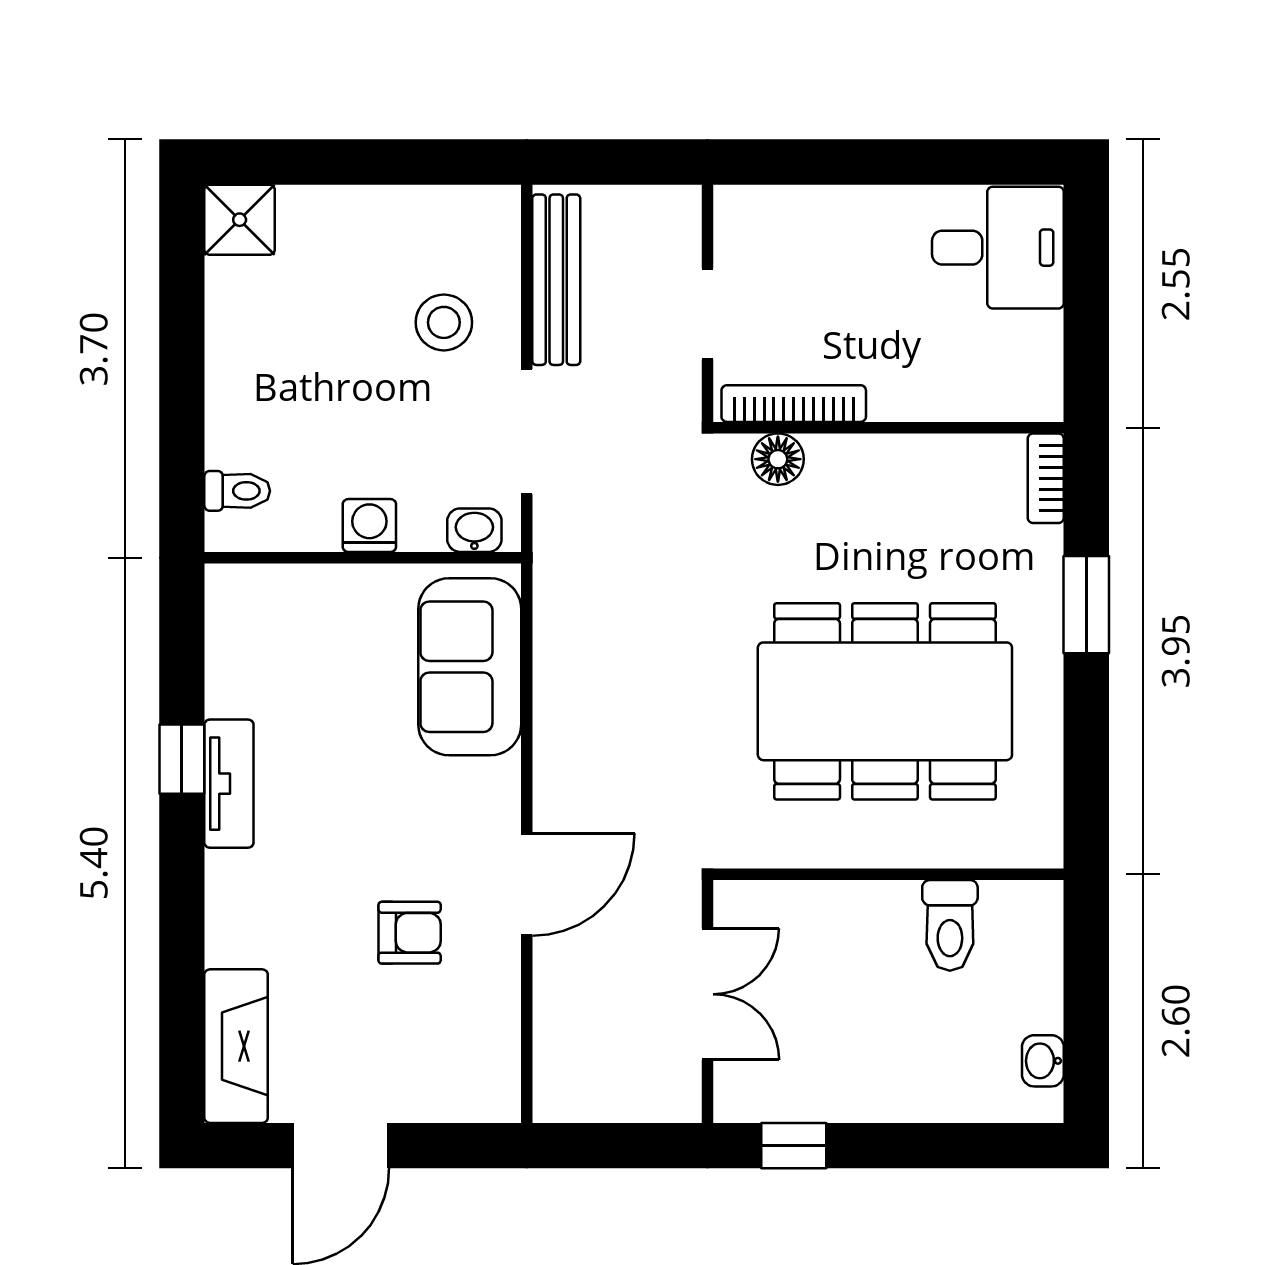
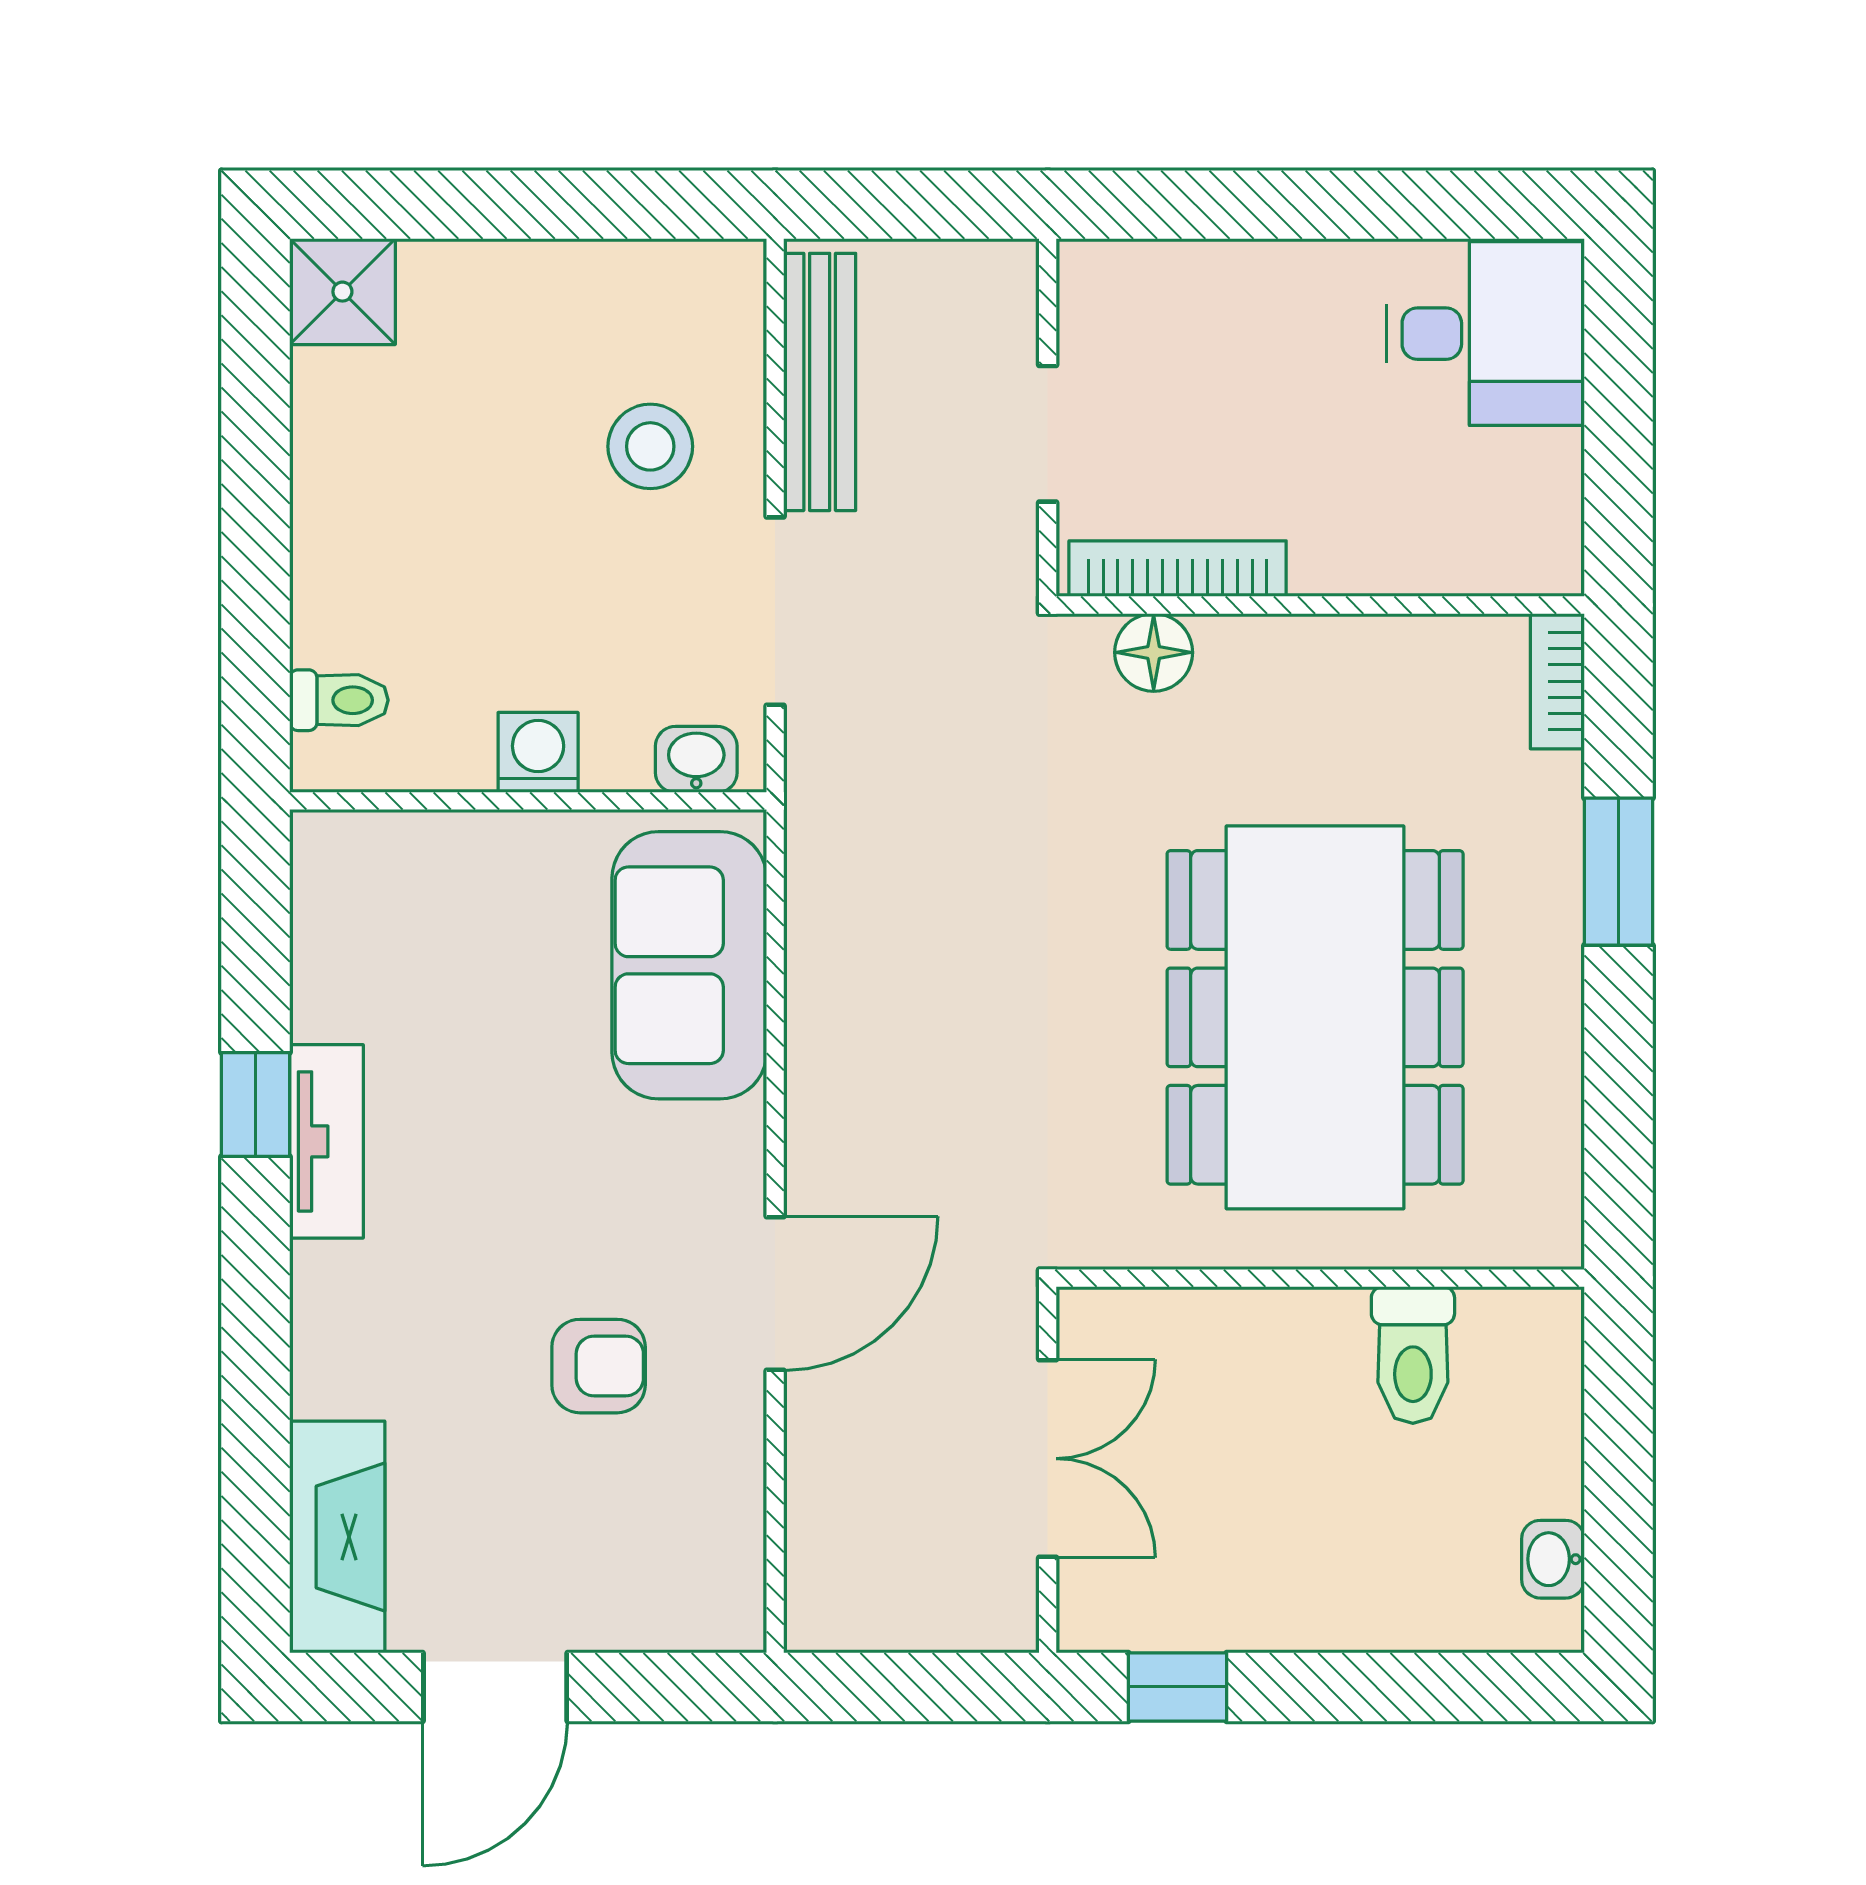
dining table: (885, 701) -> (1315, 1017), turned 90

